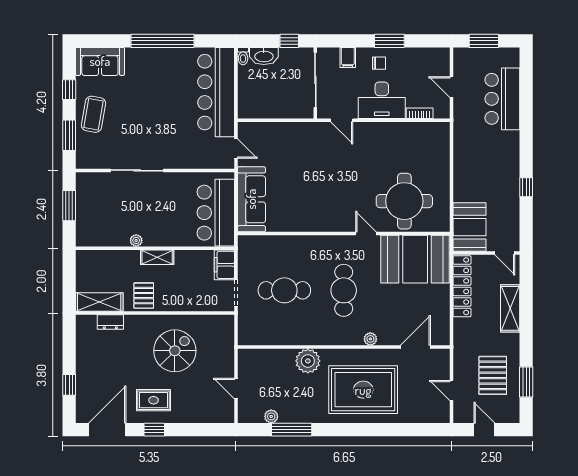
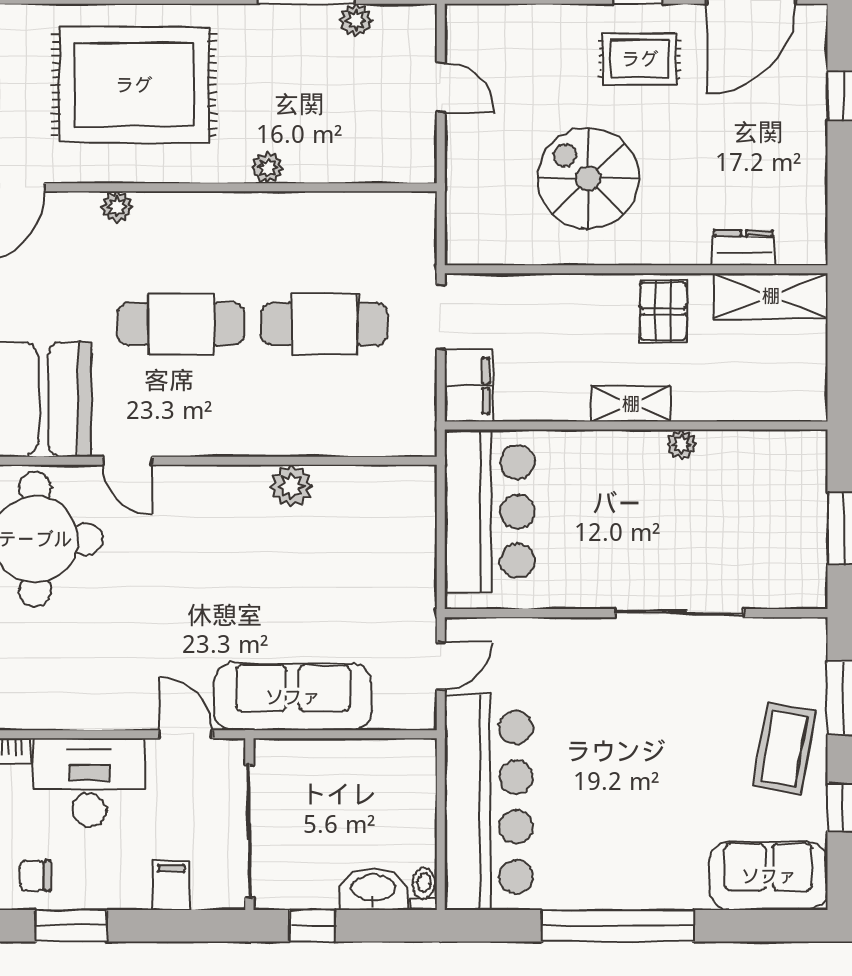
chair: (379, 63) -> (35, 876), moved
door: (236, 149) -> (441, 666), swing flipped
sofa: (251, 199) -> (293, 697), moved, turned 90
plant: (298, 223) -> (291, 486), added
cafe table: (344, 290) -> (181, 324), turned 90
spiral stairs: (175, 351) -> (588, 178), turned 90
plant: (308, 361) -> (268, 168), width x0.53, depth x0.53

